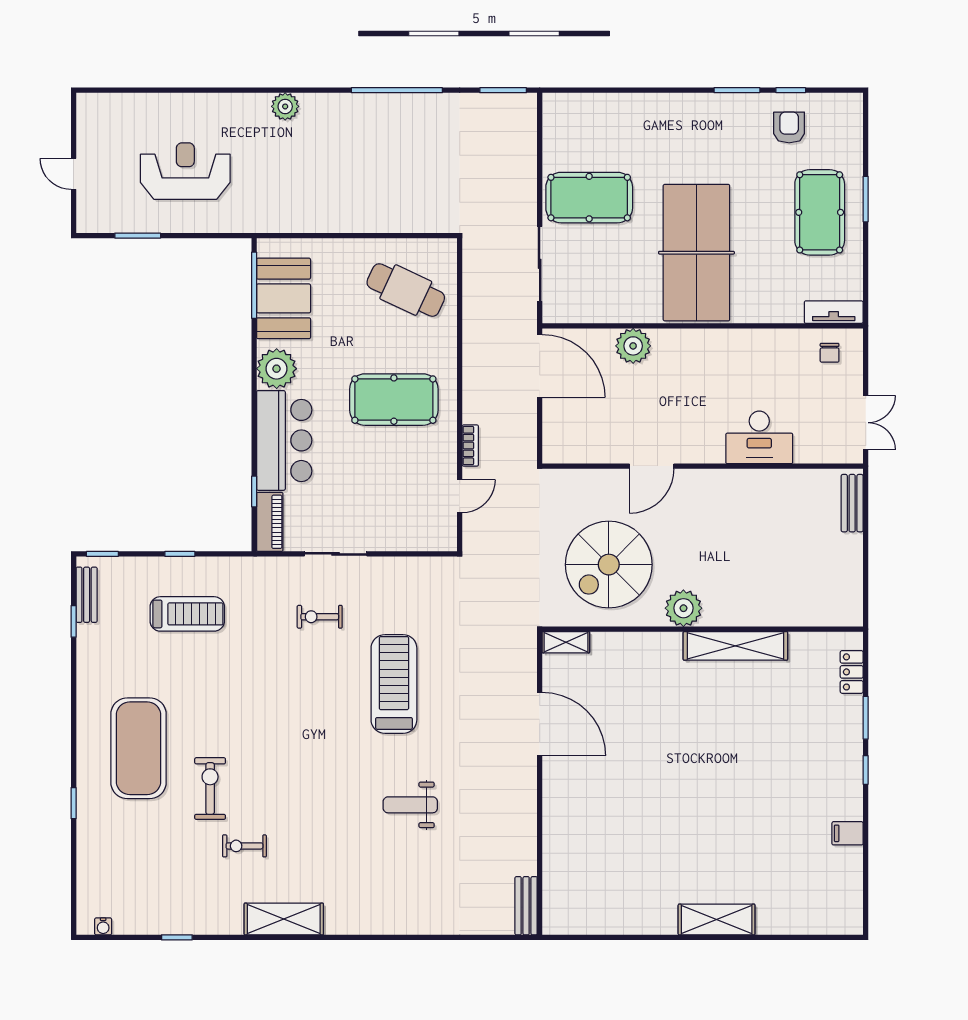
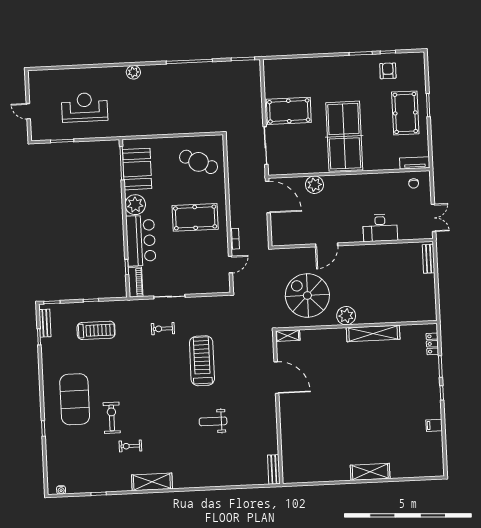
spiral stairs: (609, 565) -> (307, 295), turned 90

